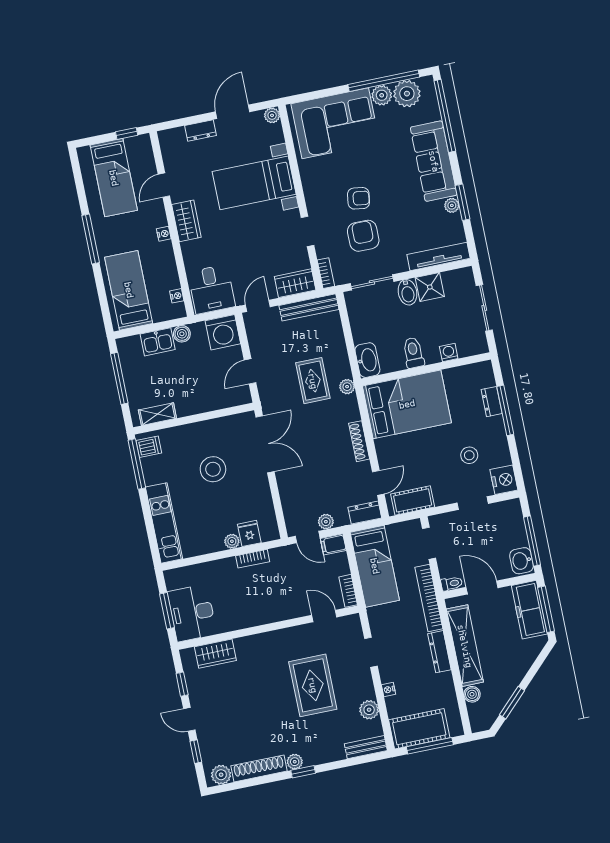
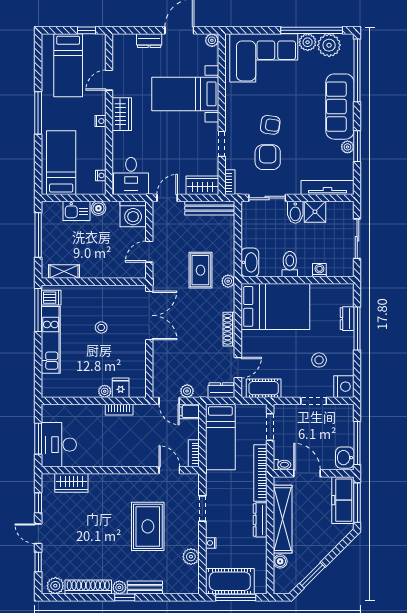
stool: (213, 469) -> (101, 327), width x0.53, depth x0.53
kitchen unit: (164, 523) -> (51, 340), moved
bench: (366, 747) -> (145, 587), moved

